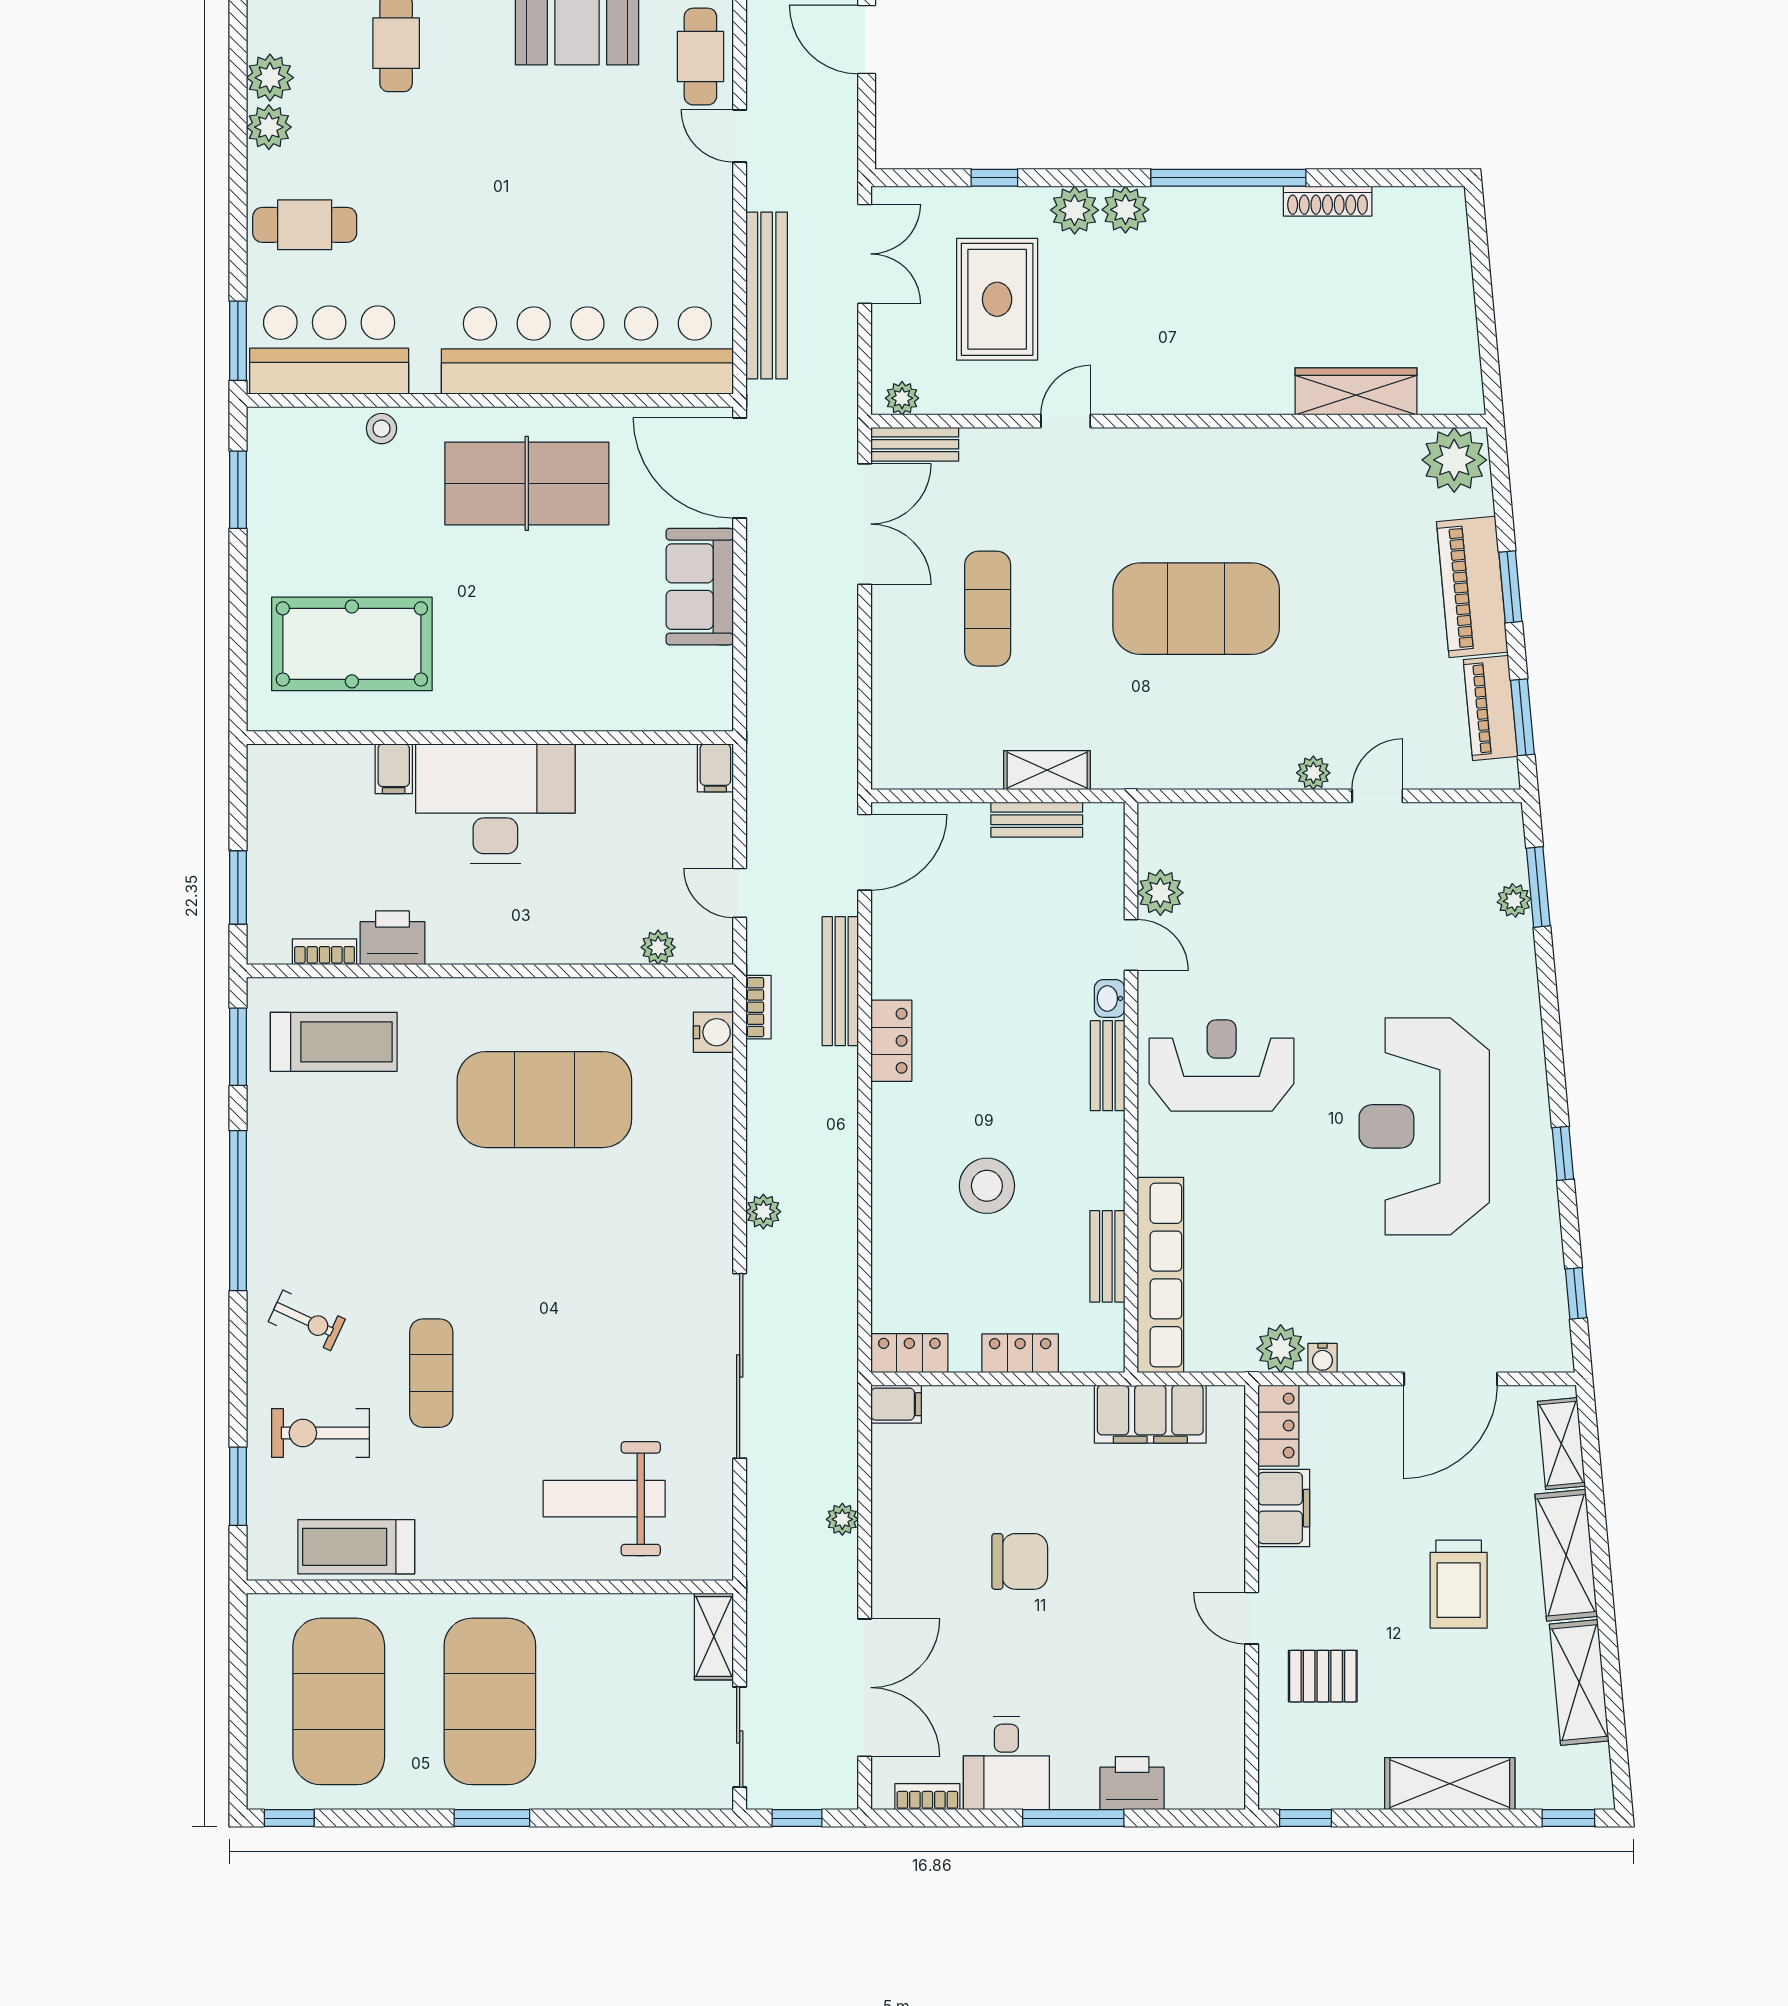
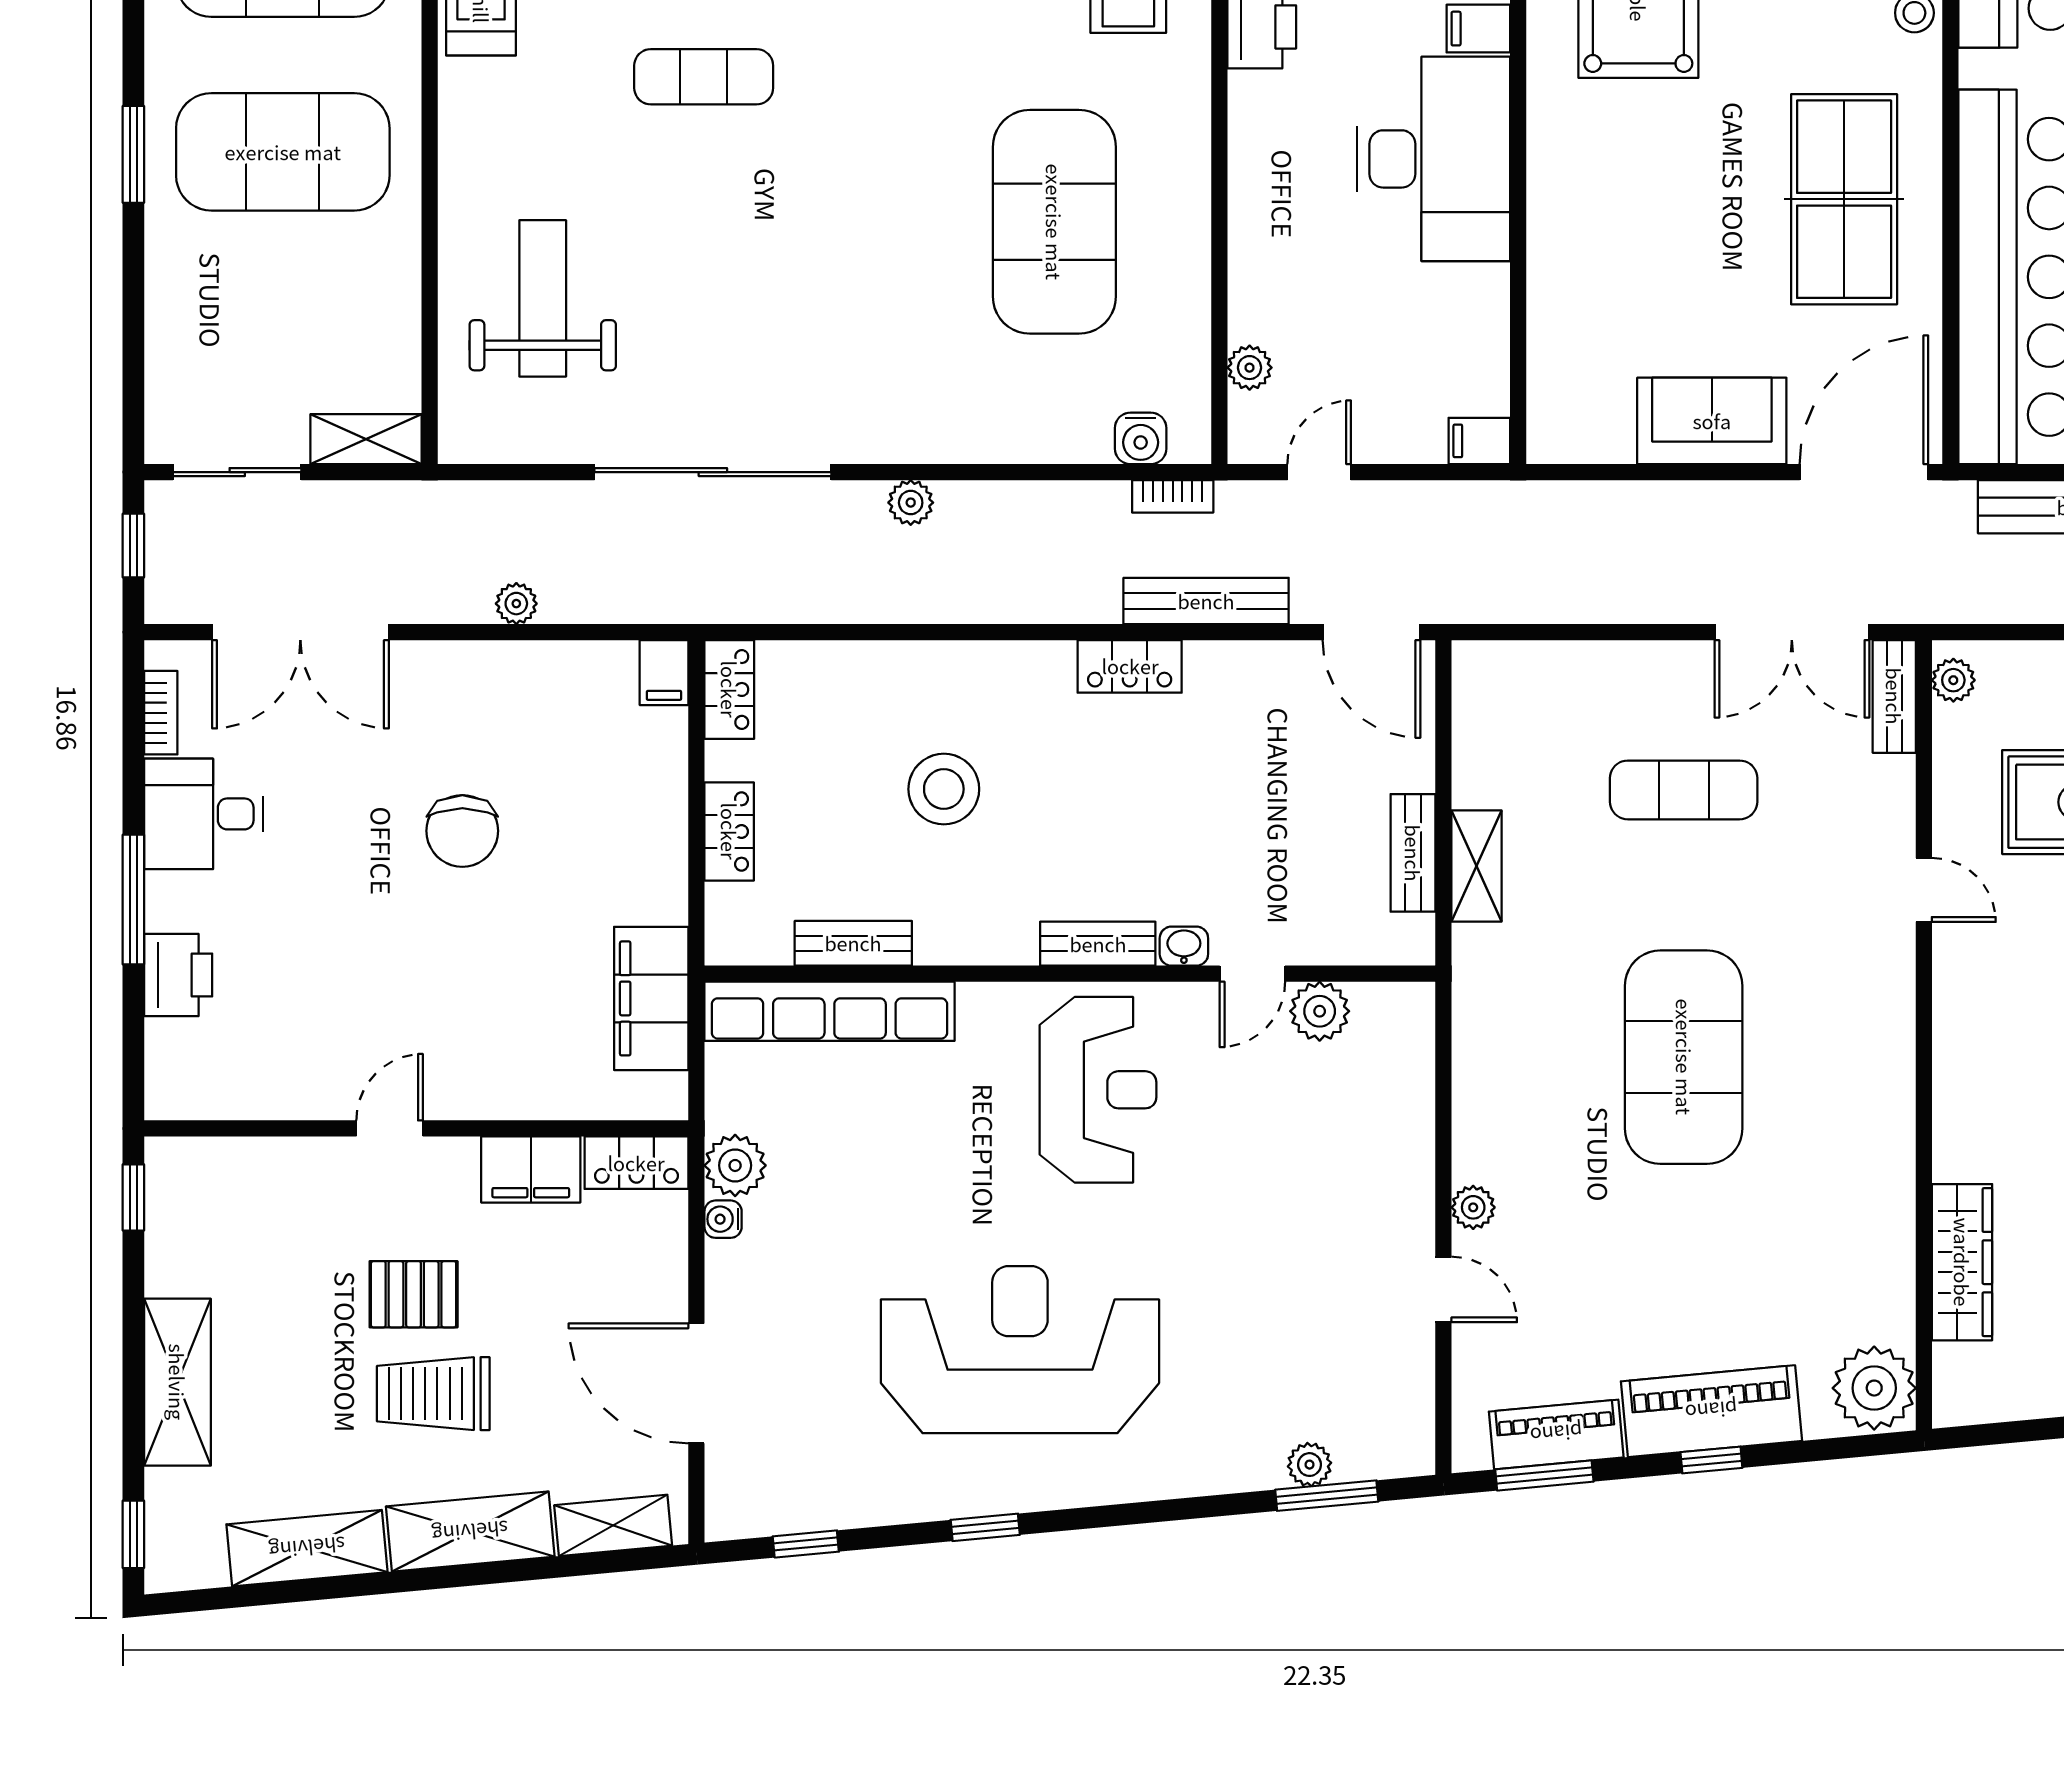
window: (1510, 587) -> (1711, 1460), width x0.67
pallet: (1323, 1676) -> (414, 1294), moved, turned 90

